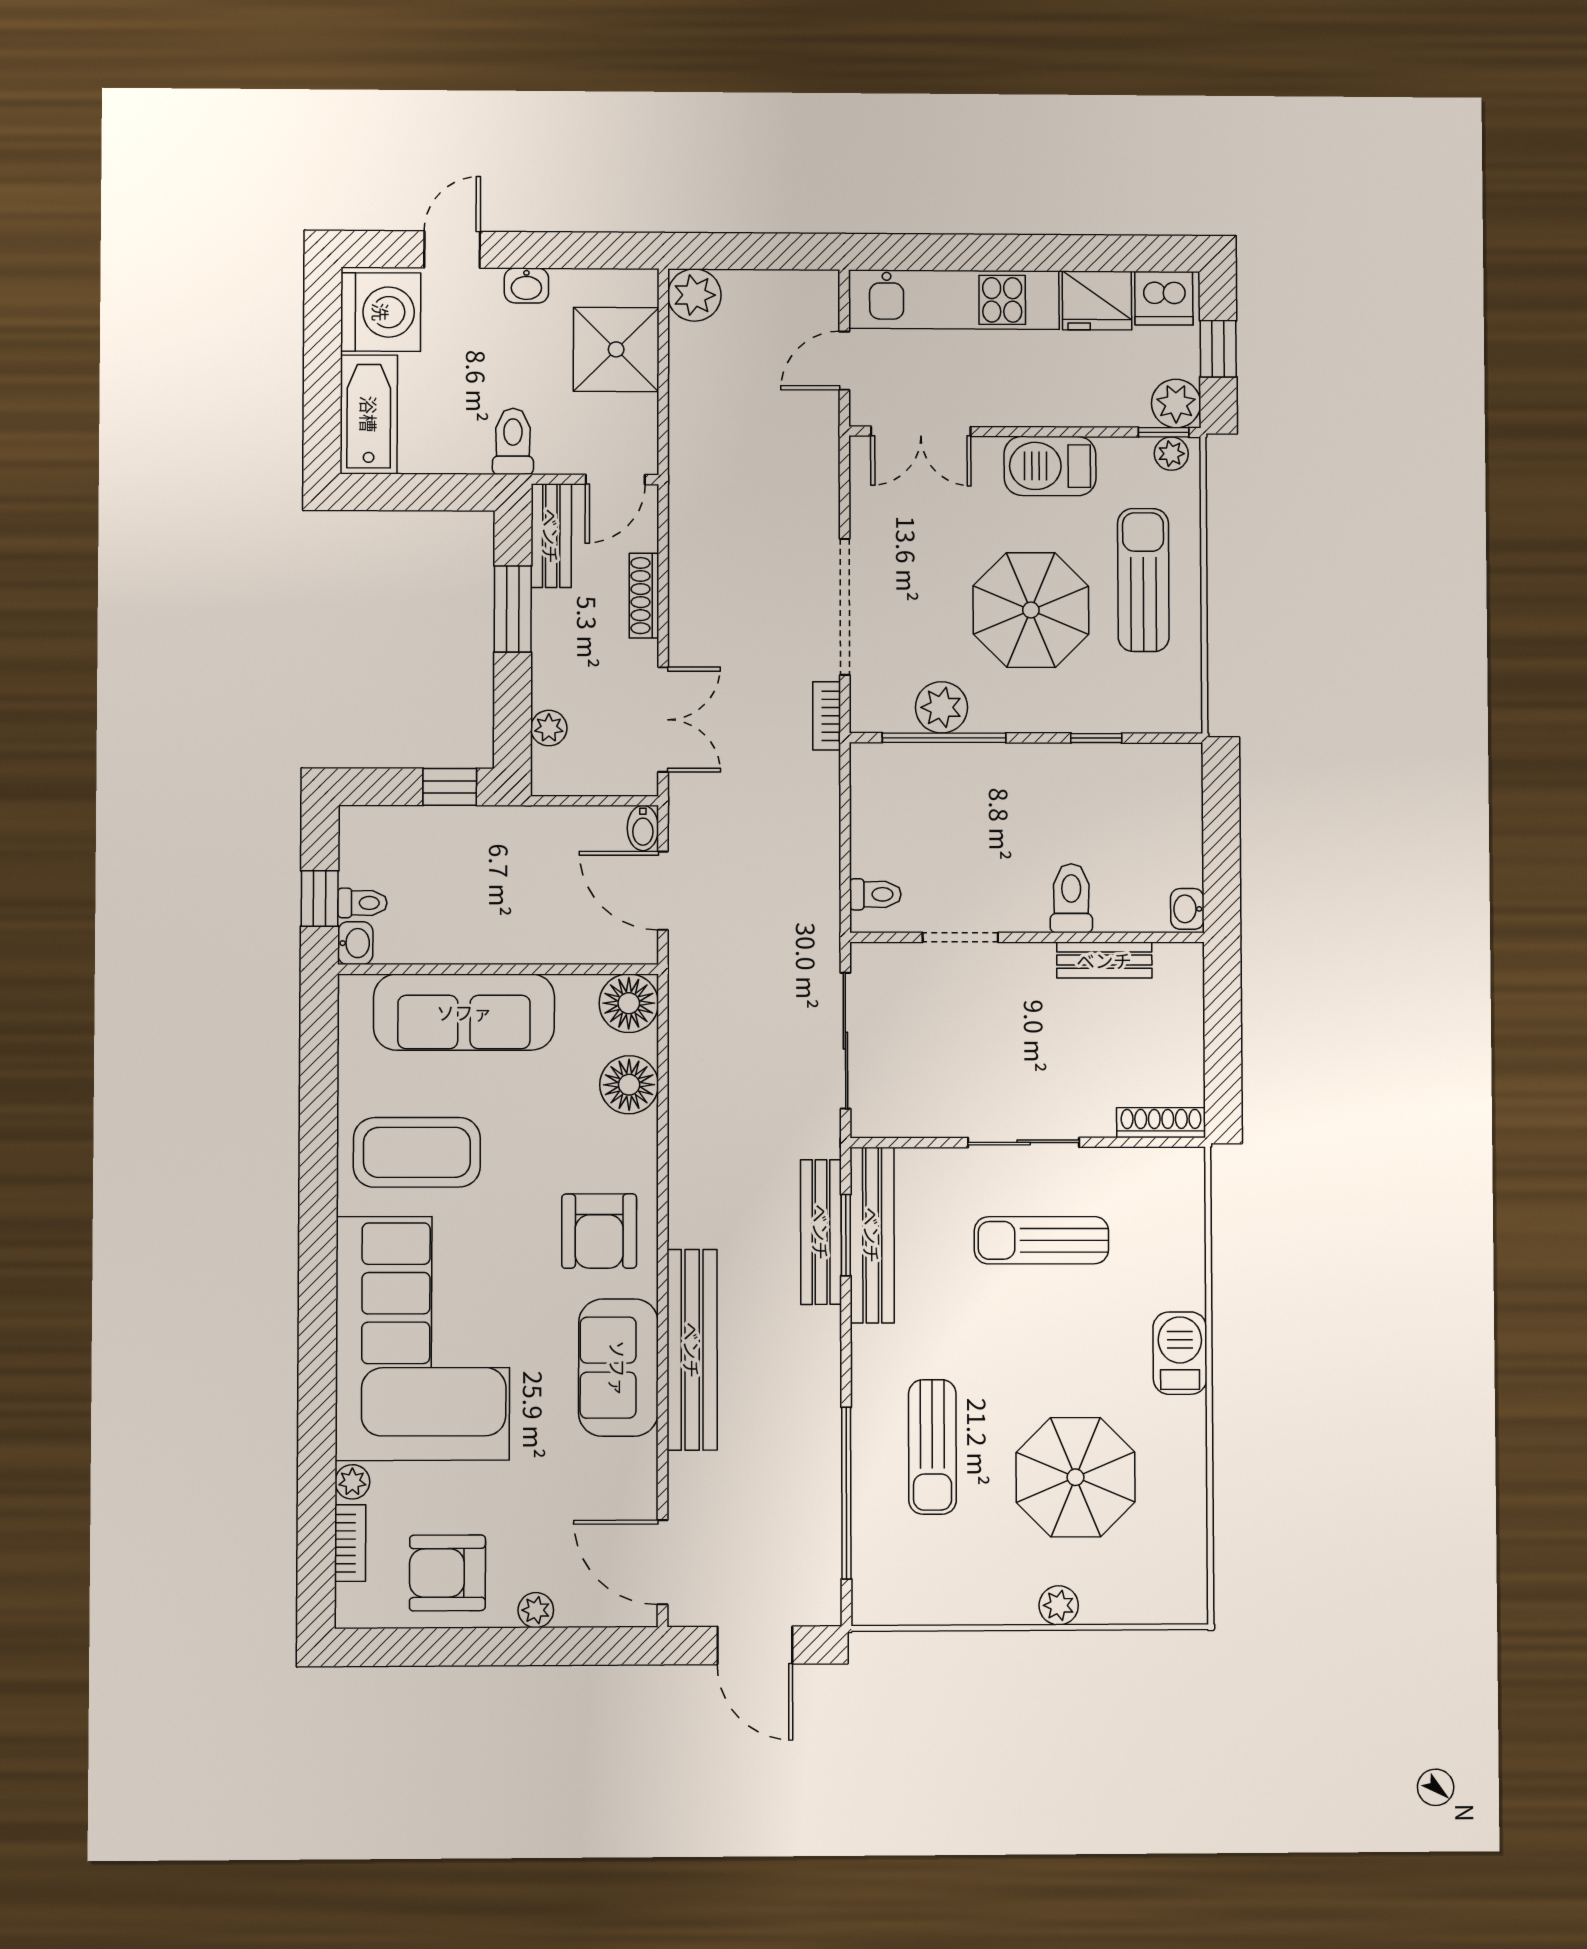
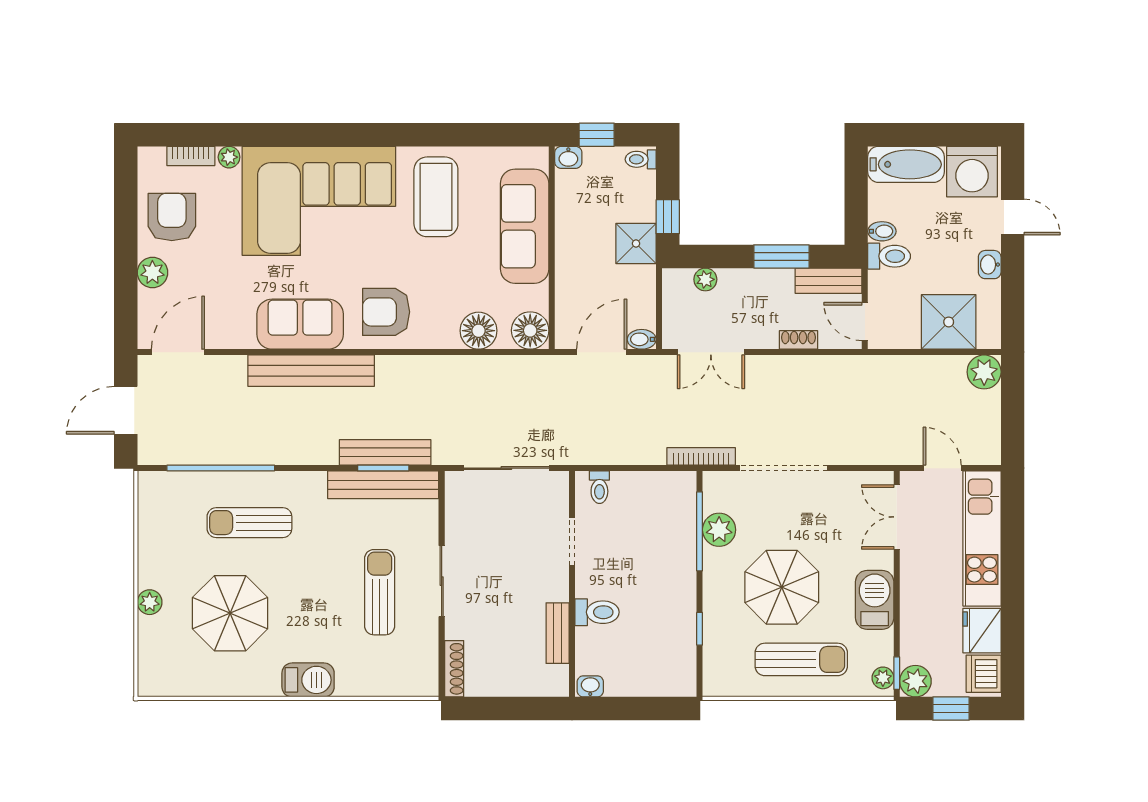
bidet: (474, 452) -> (882, 231), added
shoe rack: (644, 596) -> (798, 340), width x0.70
bookcase: (827, 716) -> (701, 456), width x1.56
shower: (492, 837) -> (636, 243), added
toilet: (362, 903) -> (641, 159), moved, turned 90
plant: (536, 1610) -> (152, 273), width x1.38, depth x1.38

